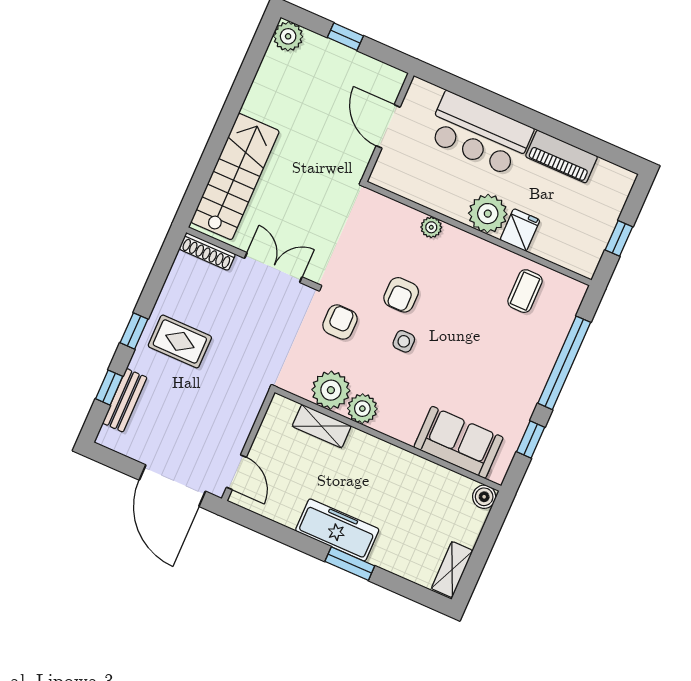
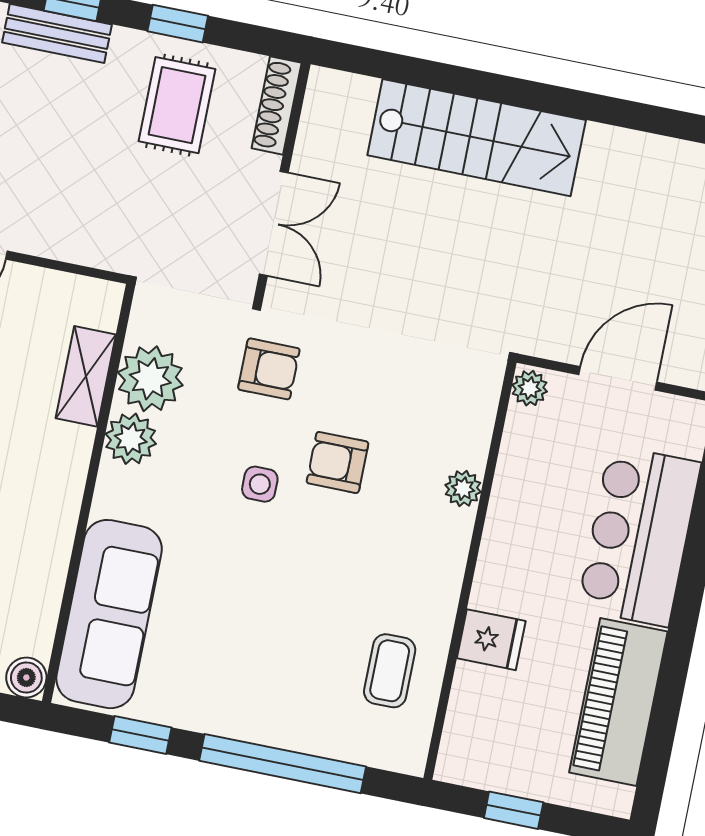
piano: (562, 157) -> (618, 702), width x1.37, depth x1.33
plant: (488, 214) -> (530, 388), moved, width x0.53, depth x0.53
shoe rack: (207, 251) -> (277, 105), moved
wall: (251, 258) -> (282, 182), moved
double door: (273, 268) -> (274, 223), moved
coffee table: (525, 291) -> (390, 671), turned 90
sofa: (459, 442) -> (109, 614), width x1.36

